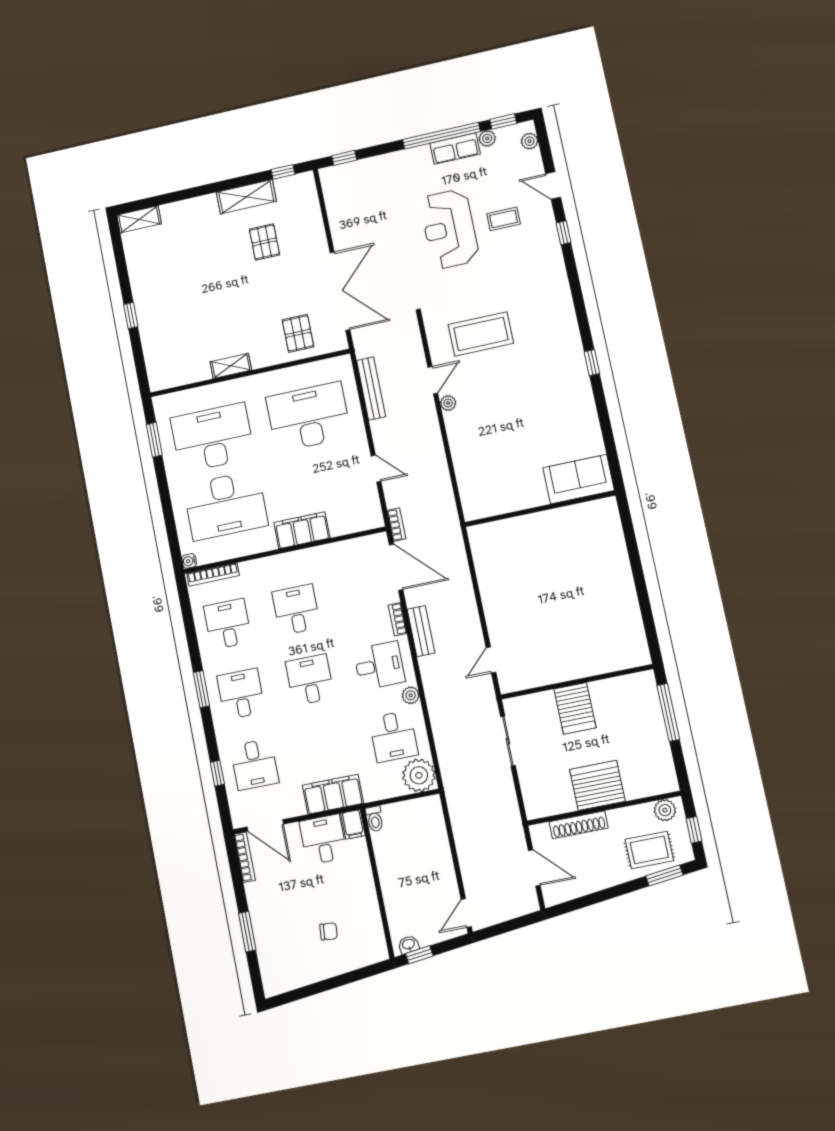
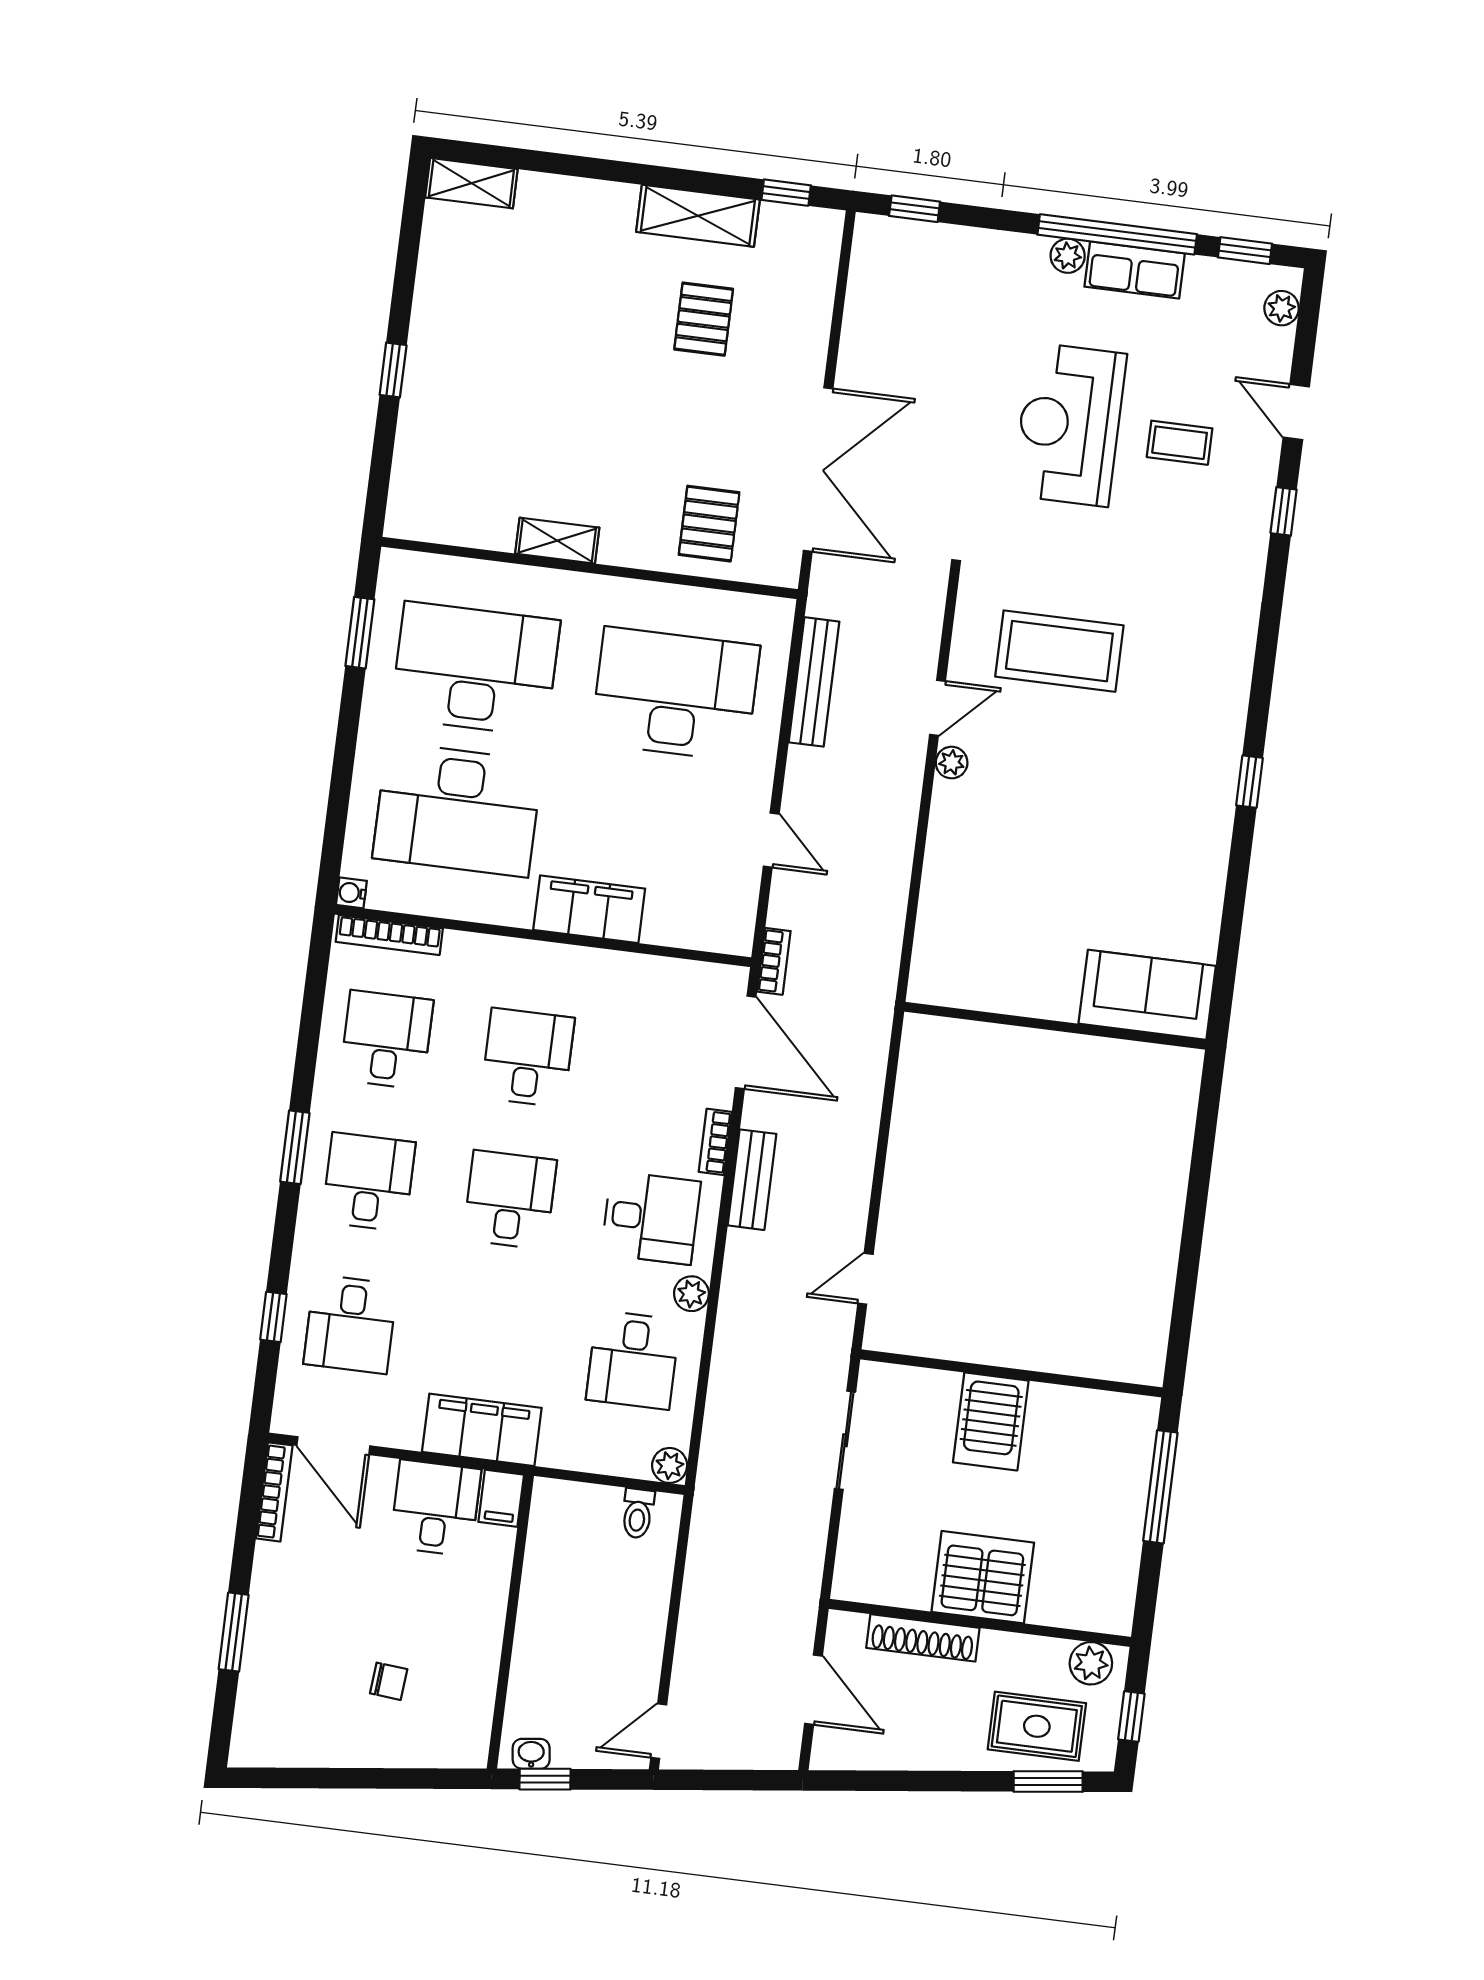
plant: (487, 138) -> (1068, 256), moved
plant: (419, 775) -> (670, 1465), width x0.53, depth x0.53
toilet: (375, 819) -> (638, 1513), moved

